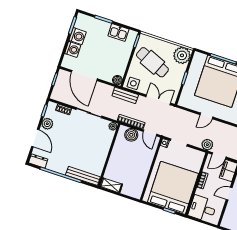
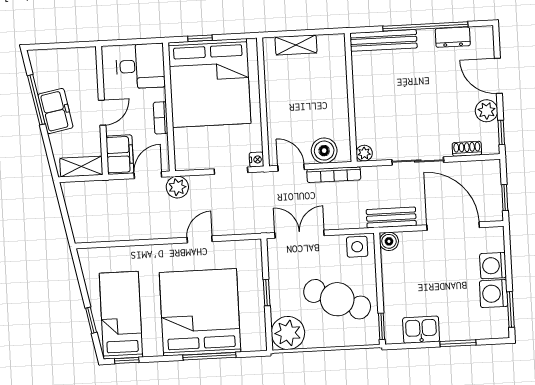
bench: (125, 95) -> (391, 217), moved
double door: (158, 100) -> (300, 234), swing flipped
dresser: (38, 161) -> (453, 37), moved
shelving: (111, 185) -> (296, 45), moved

